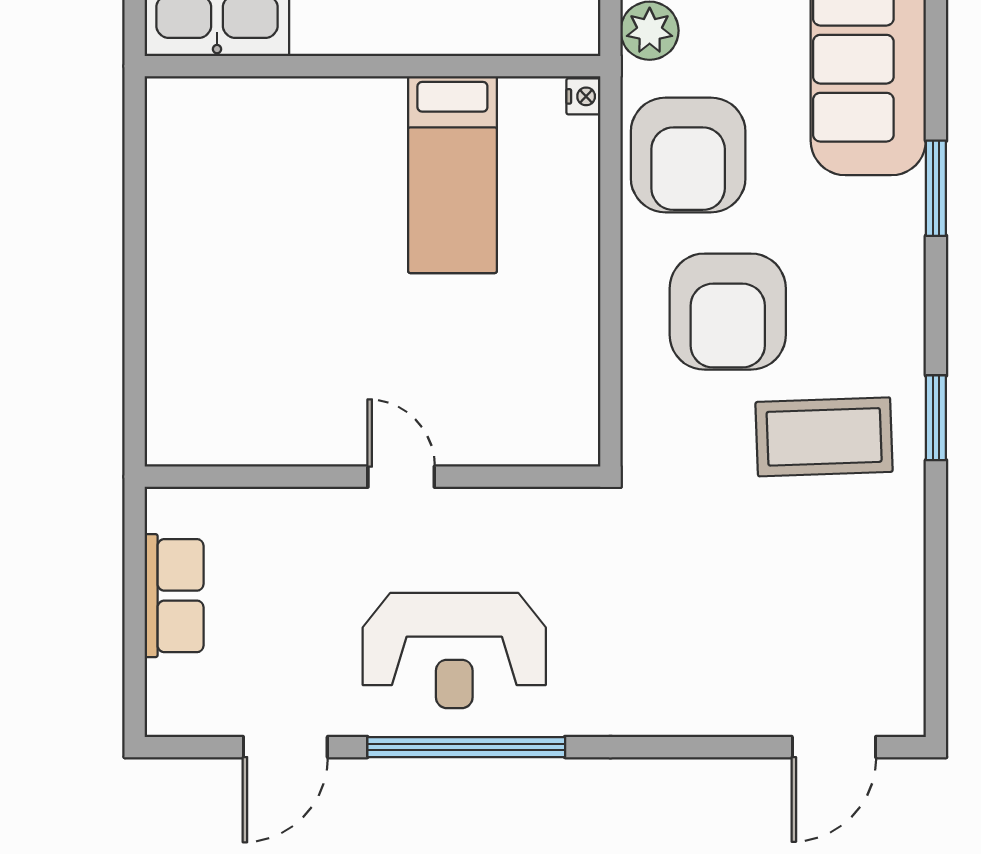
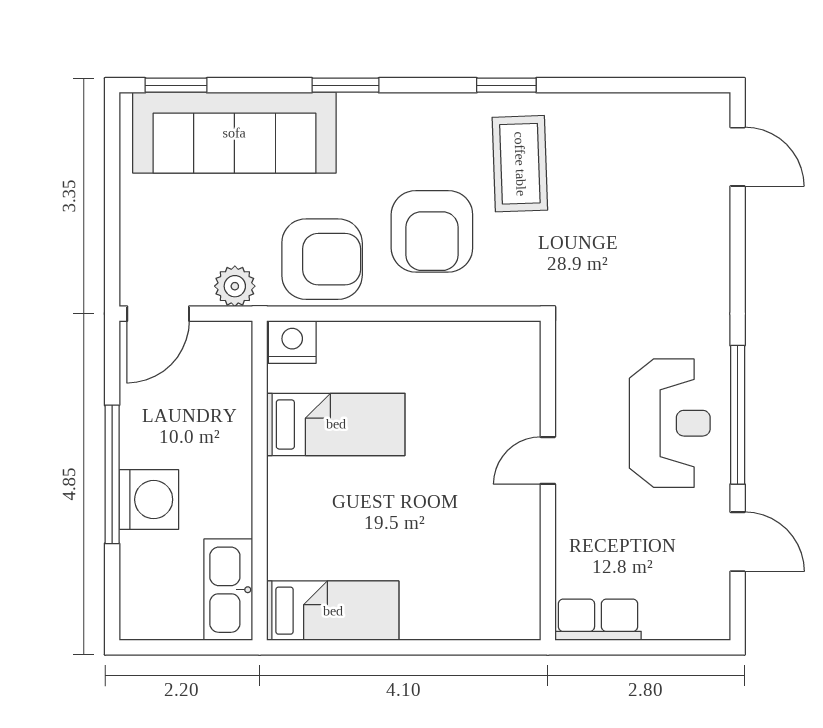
nightstand: (583, 96) -> (292, 342), width x1.89, depth x1.79
bed: (187, 170) -> (333, 611), added
armchair: (728, 312) -> (432, 231), turned 90
row of seats: (174, 596) -> (598, 620), moved

